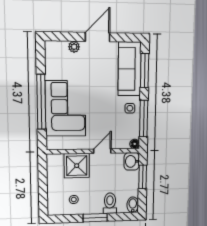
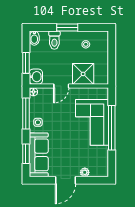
window: (145, 71) -> (26, 154), width x0.69

